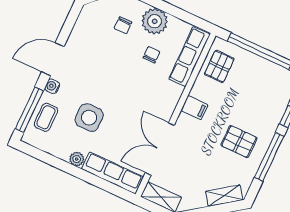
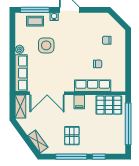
plant: (155, 21) -> (117, 57), removed
row of seats: (189, 57) -> (93, 86), moved
pallet: (219, 66) -> (109, 105), width x1.50, depth x1.42
double door: (160, 149) -> (47, 93), swing flipped

